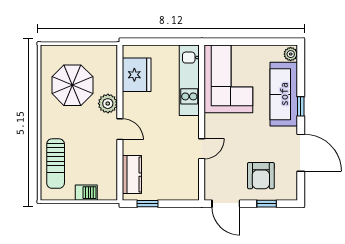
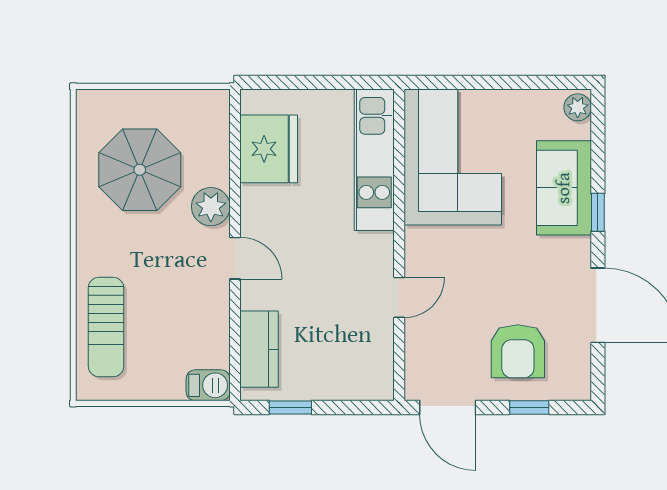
sofa: (284, 94) -> (564, 188), width x0.73
barbecue: (86, 193) -> (208, 385), moved

